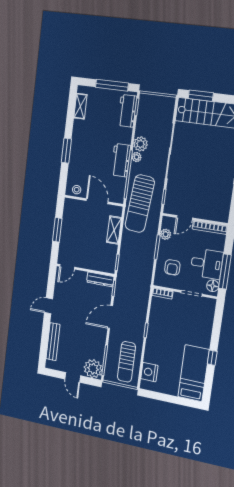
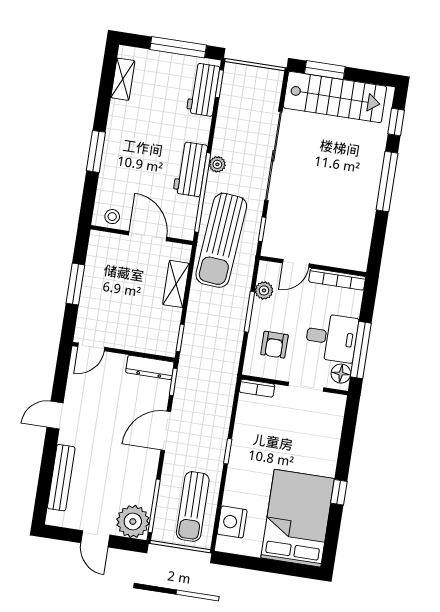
plant: (141, 144) -> (225, 143), removed
bed: (194, 373) -> (298, 518), width x1.50

